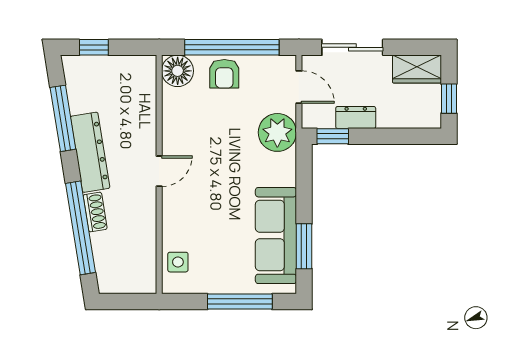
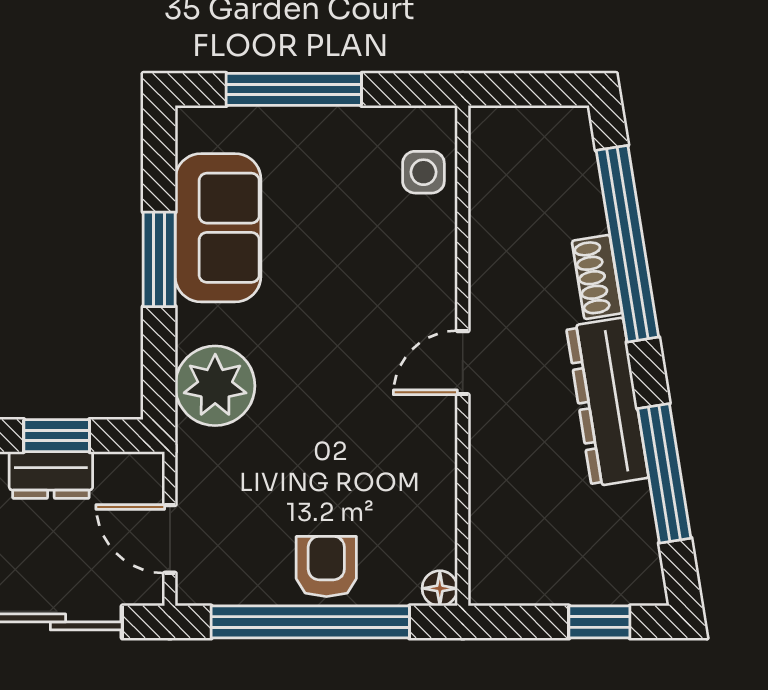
floor lamp: (178, 71) -> (440, 588), width x0.53, depth x0.53
plant: (277, 132) -> (215, 386), moved
window: (333, 136) -> (57, 436), moved
sofa: (276, 236) -> (218, 228), width x0.73
window: (304, 246) -> (159, 259), moved

